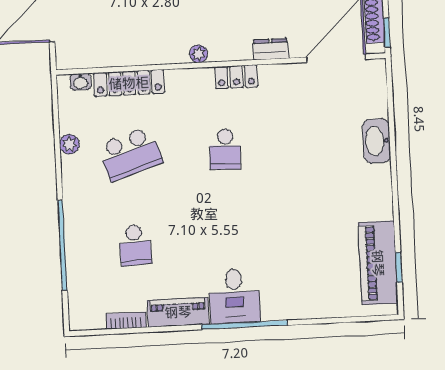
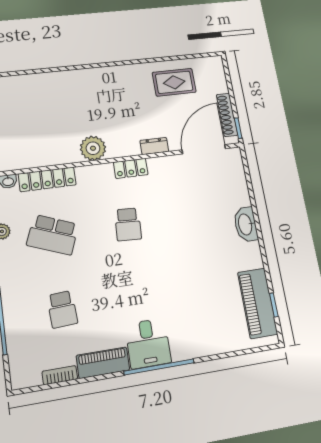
plant: (198, 54) -> (93, 148), width x1.87, depth x1.87
washbasin: (377, 141) -> (246, 224), moved
school desk: (130, 154) -> (53, 235), turned 39

